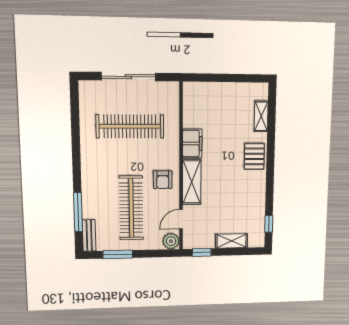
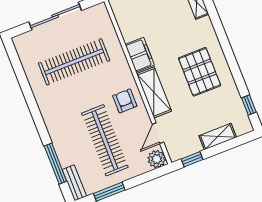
pallet: (254, 156) -> (200, 72), moved, width x1.50, depth x1.42
armchair: (163, 180) -> (125, 101), turned 180

